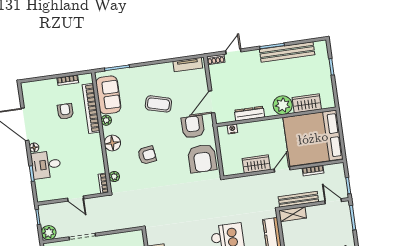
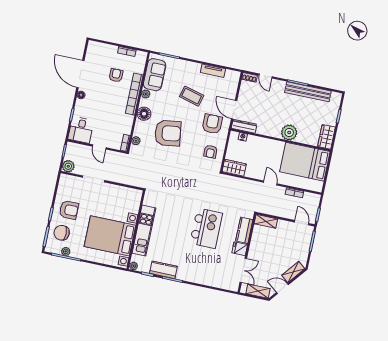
door: (233, 51) -> (266, 76), swing flipped
tv unit: (188, 65) -> (213, 71), moved
door: (212, 102) -> (234, 110), hinge flipped
wardrobe: (307, 103) -> (326, 137), moved, turned -90
bookcase: (91, 108) -> (134, 94), moved
dresser: (249, 114) -> (244, 126), moved
bed: (313, 138) -> (305, 162), width x0.73
armchair: (147, 155) -> (168, 133), width x1.88, depth x1.88
armchair: (202, 158) -> (210, 152), width x0.53, depth x0.53
wardrobe: (256, 164) -> (234, 168), moved
desk: (46, 165) -> (81, 130), moved, turned -90
door: (282, 169) -> (270, 183), hinge flipped
bench: (298, 199) -> (275, 211), removed

